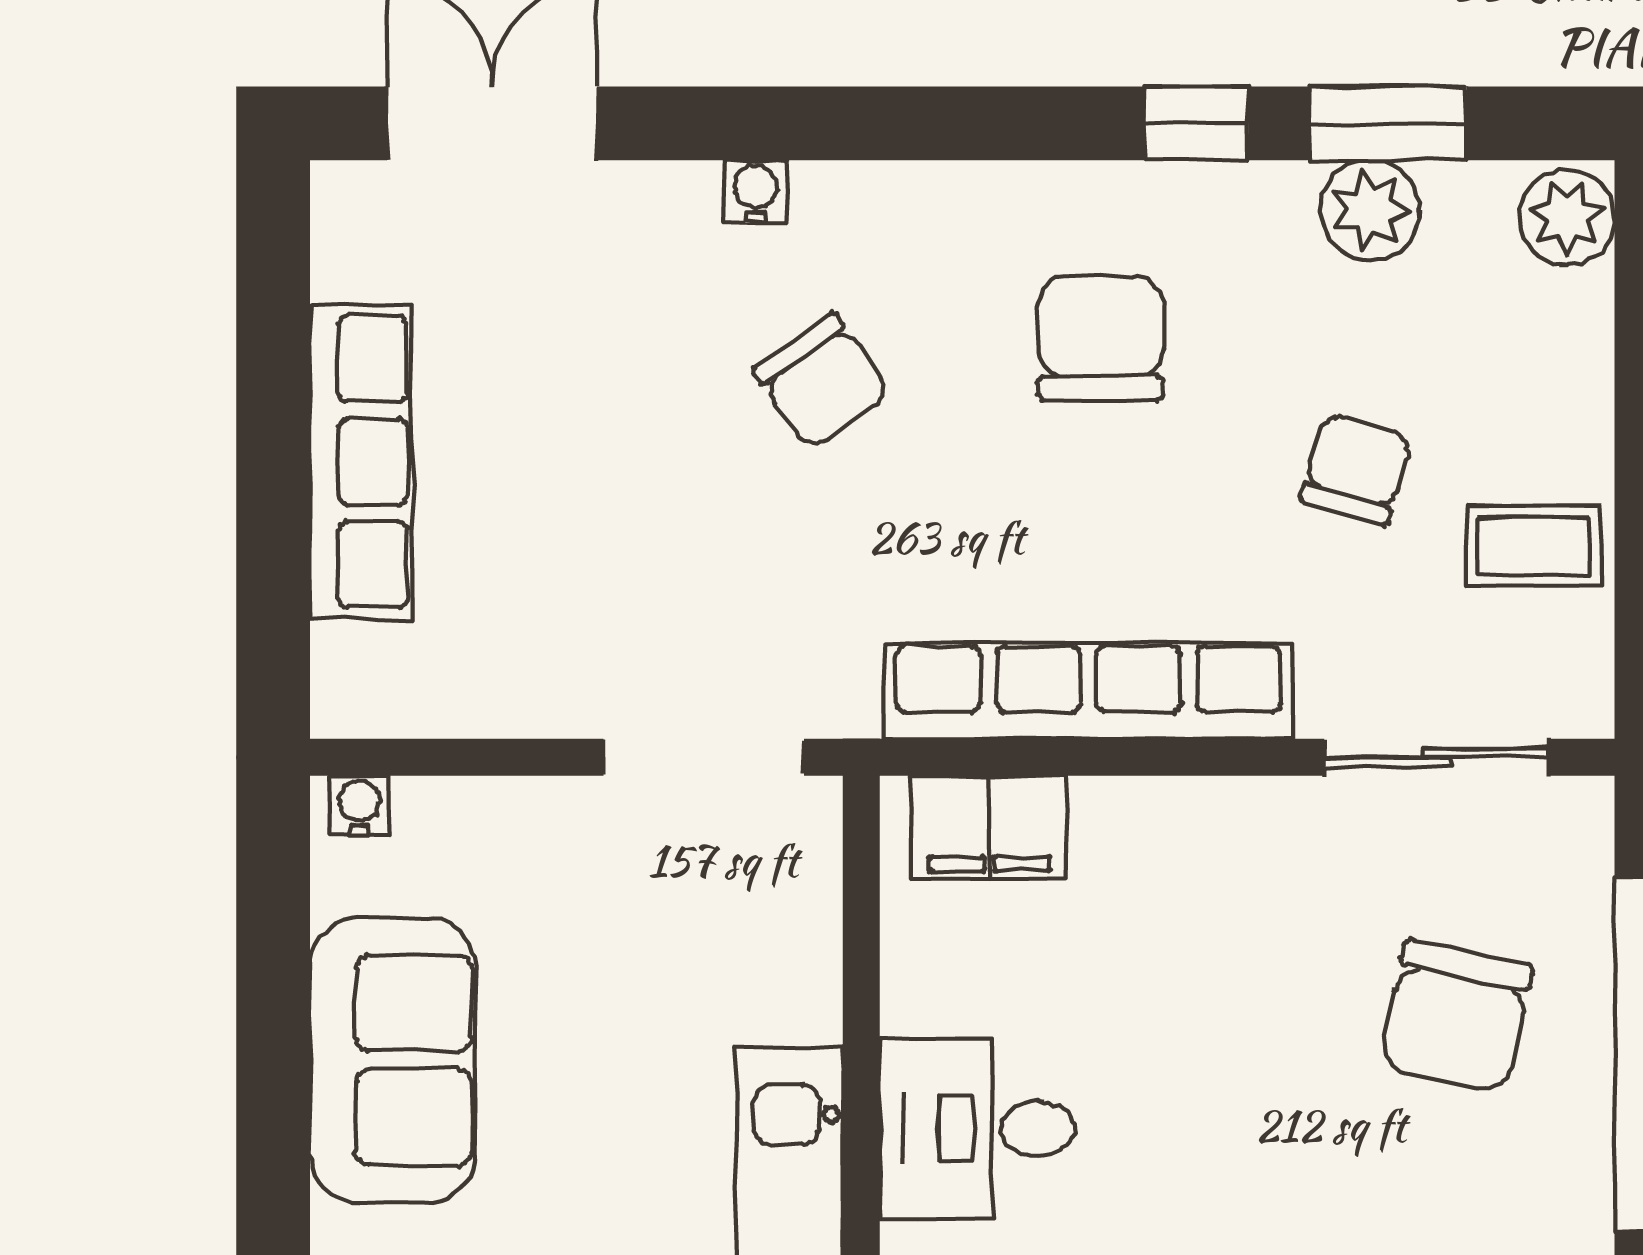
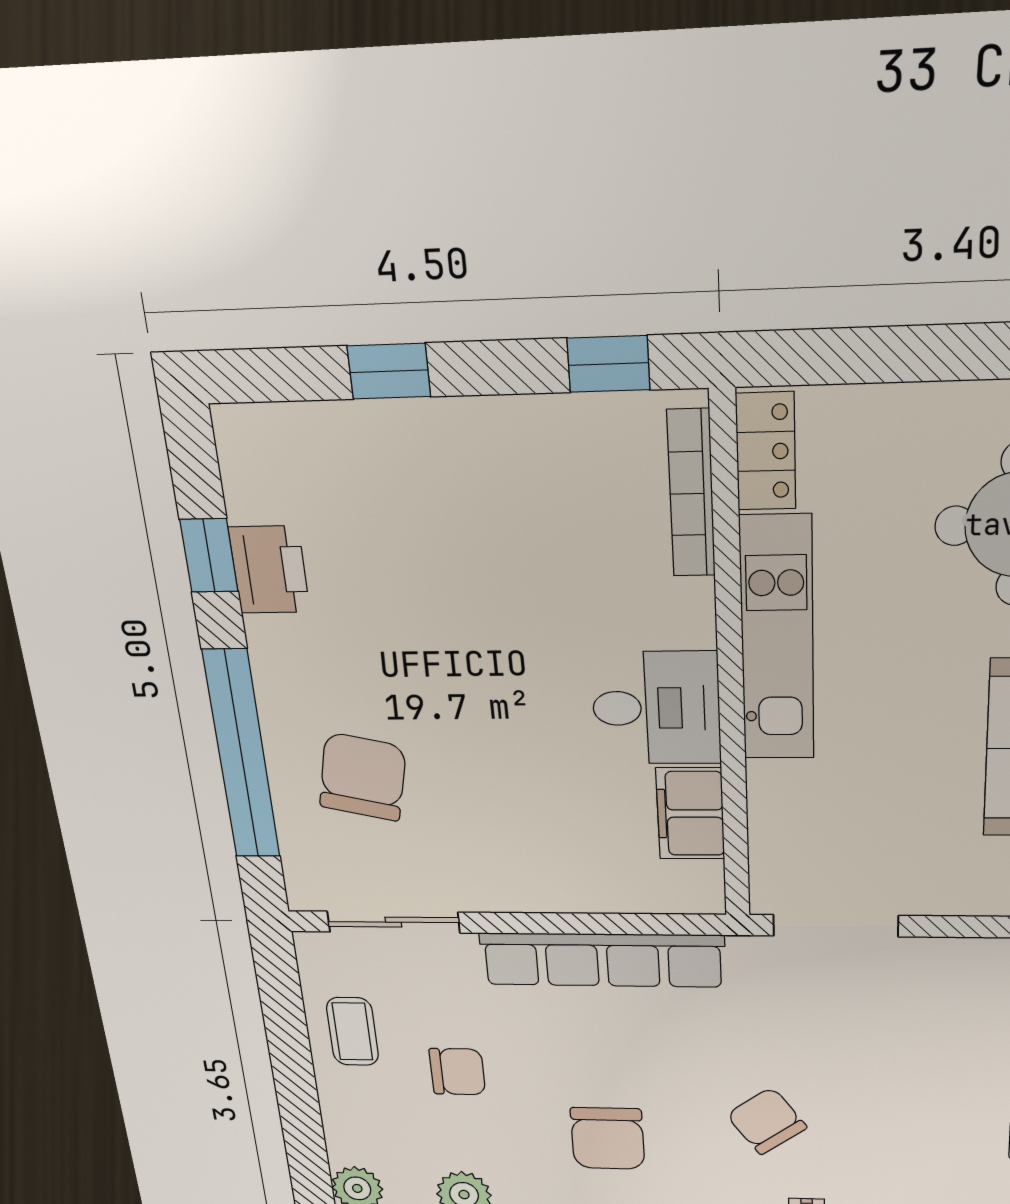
chair: (1356, 469) -> (457, 1072), turned -107
coffee table: (1534, 546) -> (352, 1031), turned 90
filing cabinet: (989, 827) -> (690, 814), moved, turned -90

